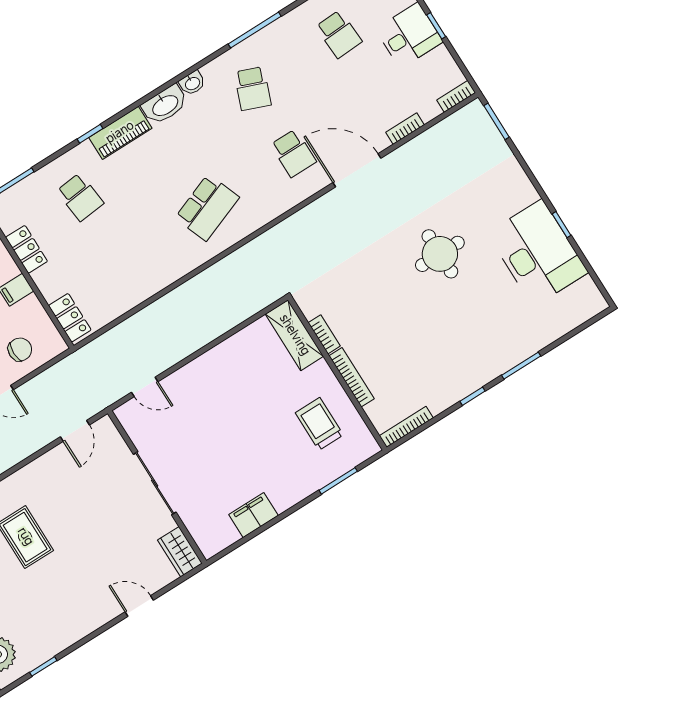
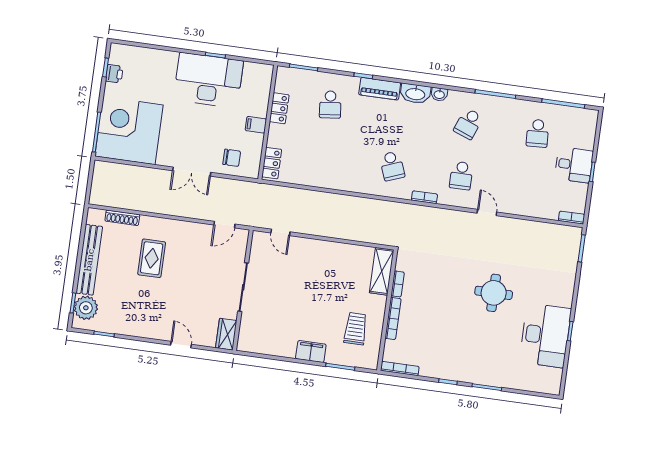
bookcase: (405, 129) -> (424, 197), moved
door: (357, 170) -> (487, 213), width x0.53
school desk: (207, 208) -> (392, 166), width x0.54
filing cabinet: (253, 515) -> (311, 352), moved

